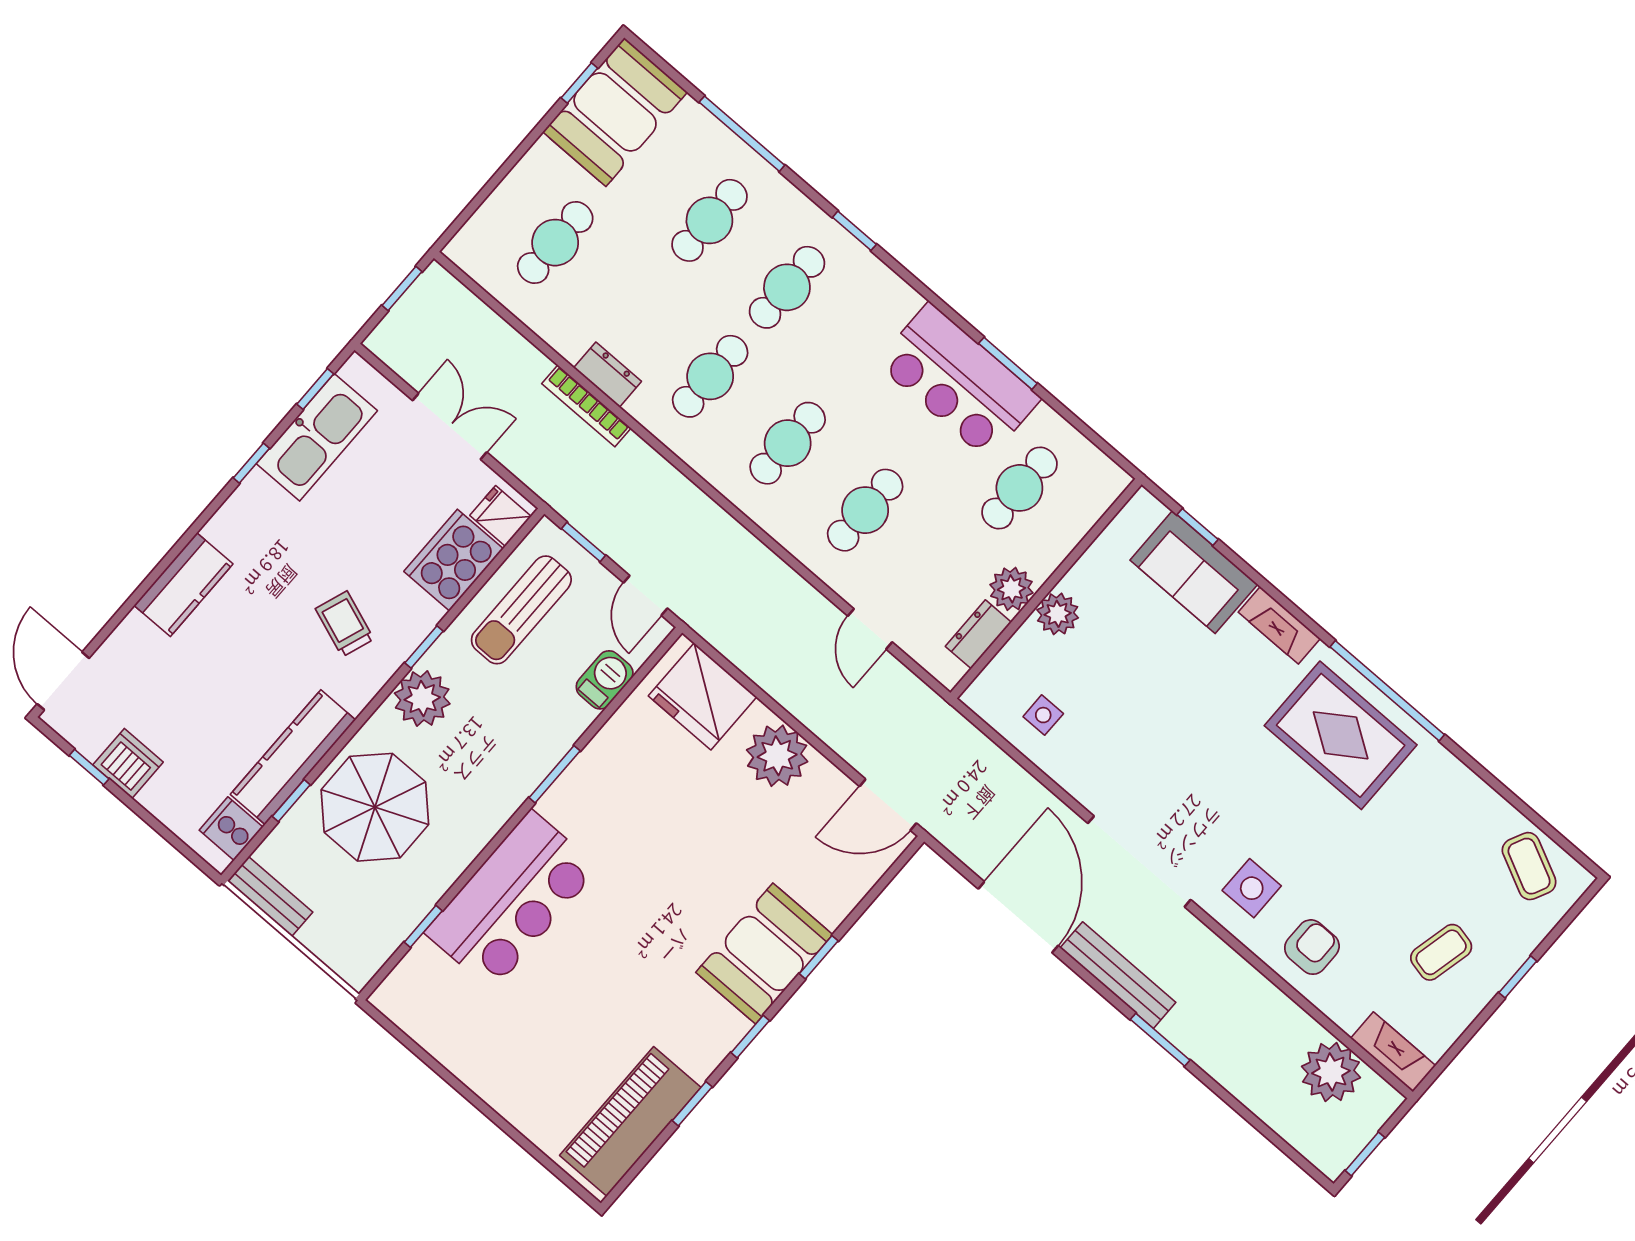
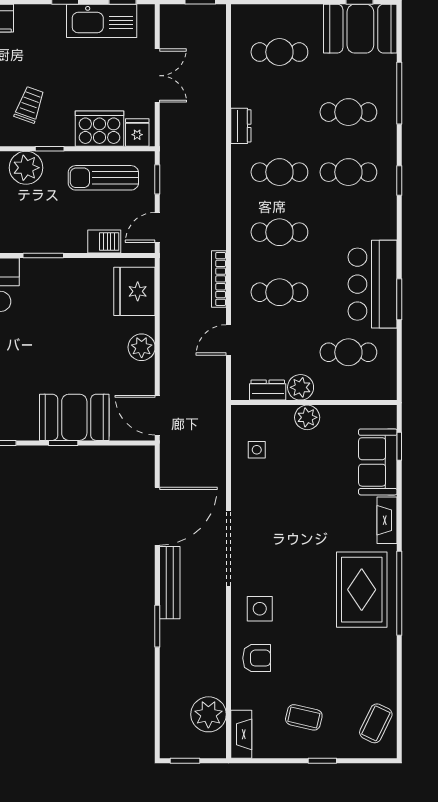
bookcase: (586, 406) -> (219, 279), moved
plant: (777, 756) -> (142, 347), width x0.73, depth x0.73
booth: (764, 953) -> (74, 417), moved

